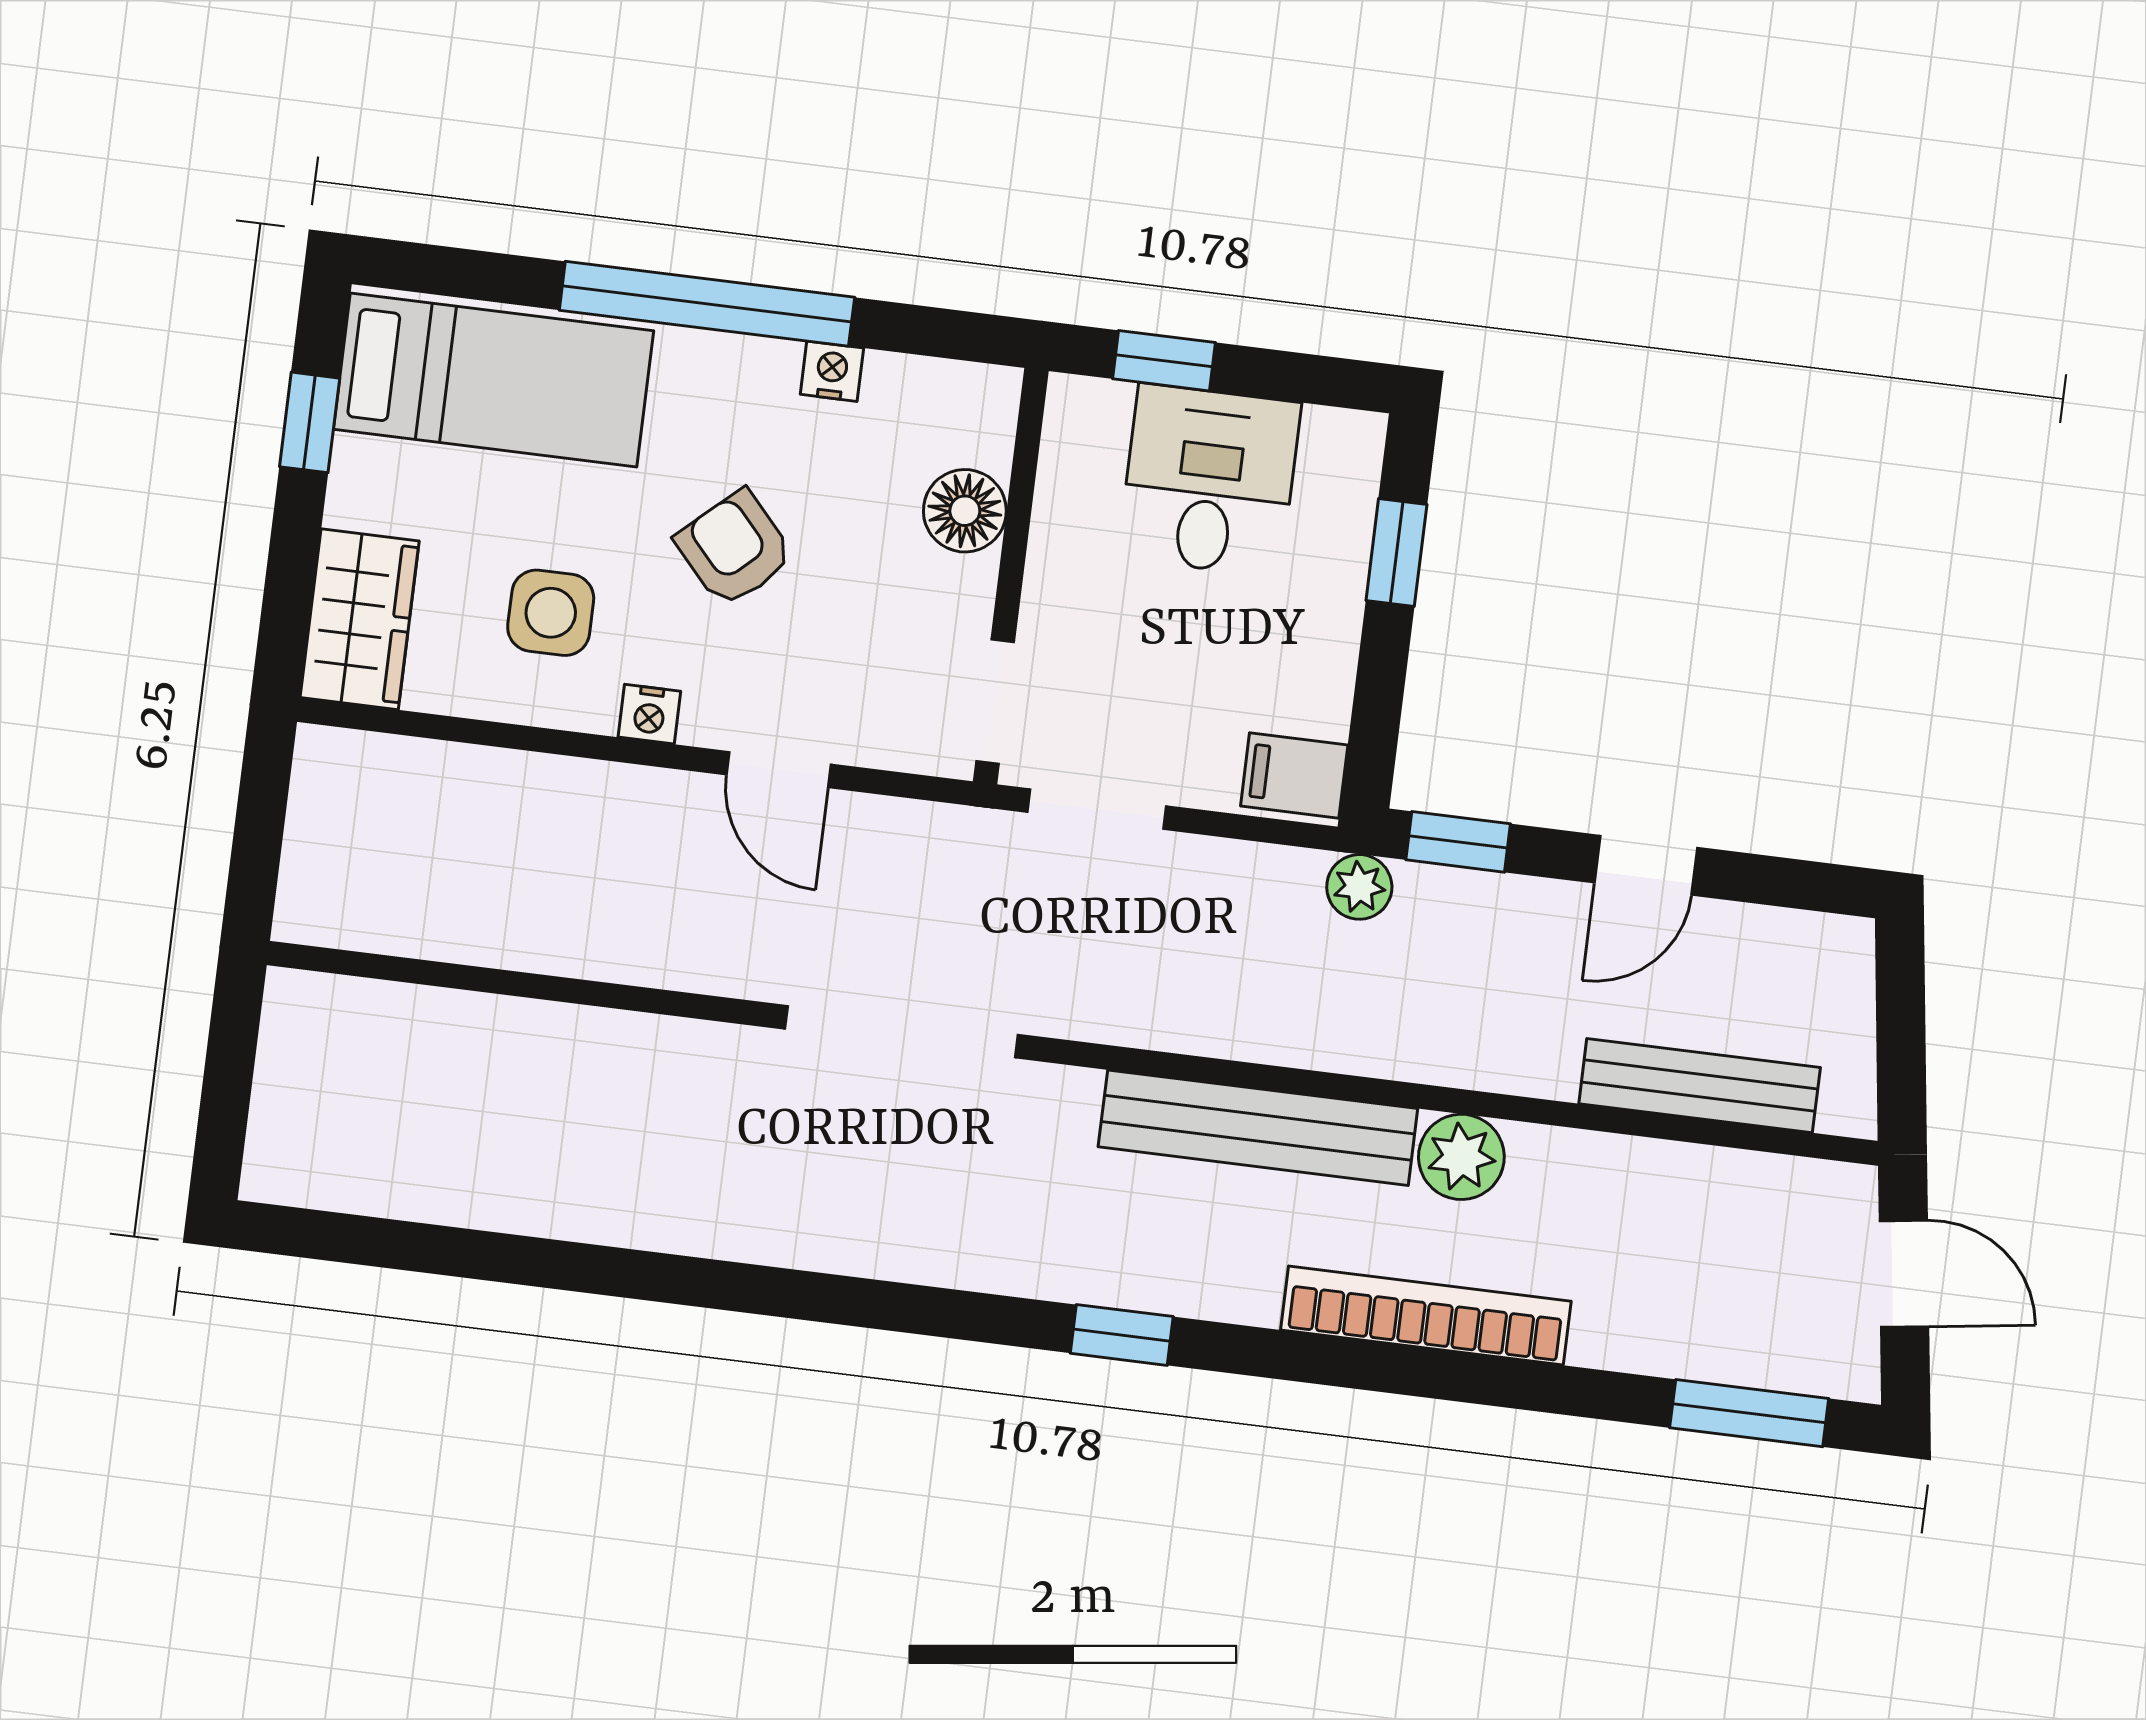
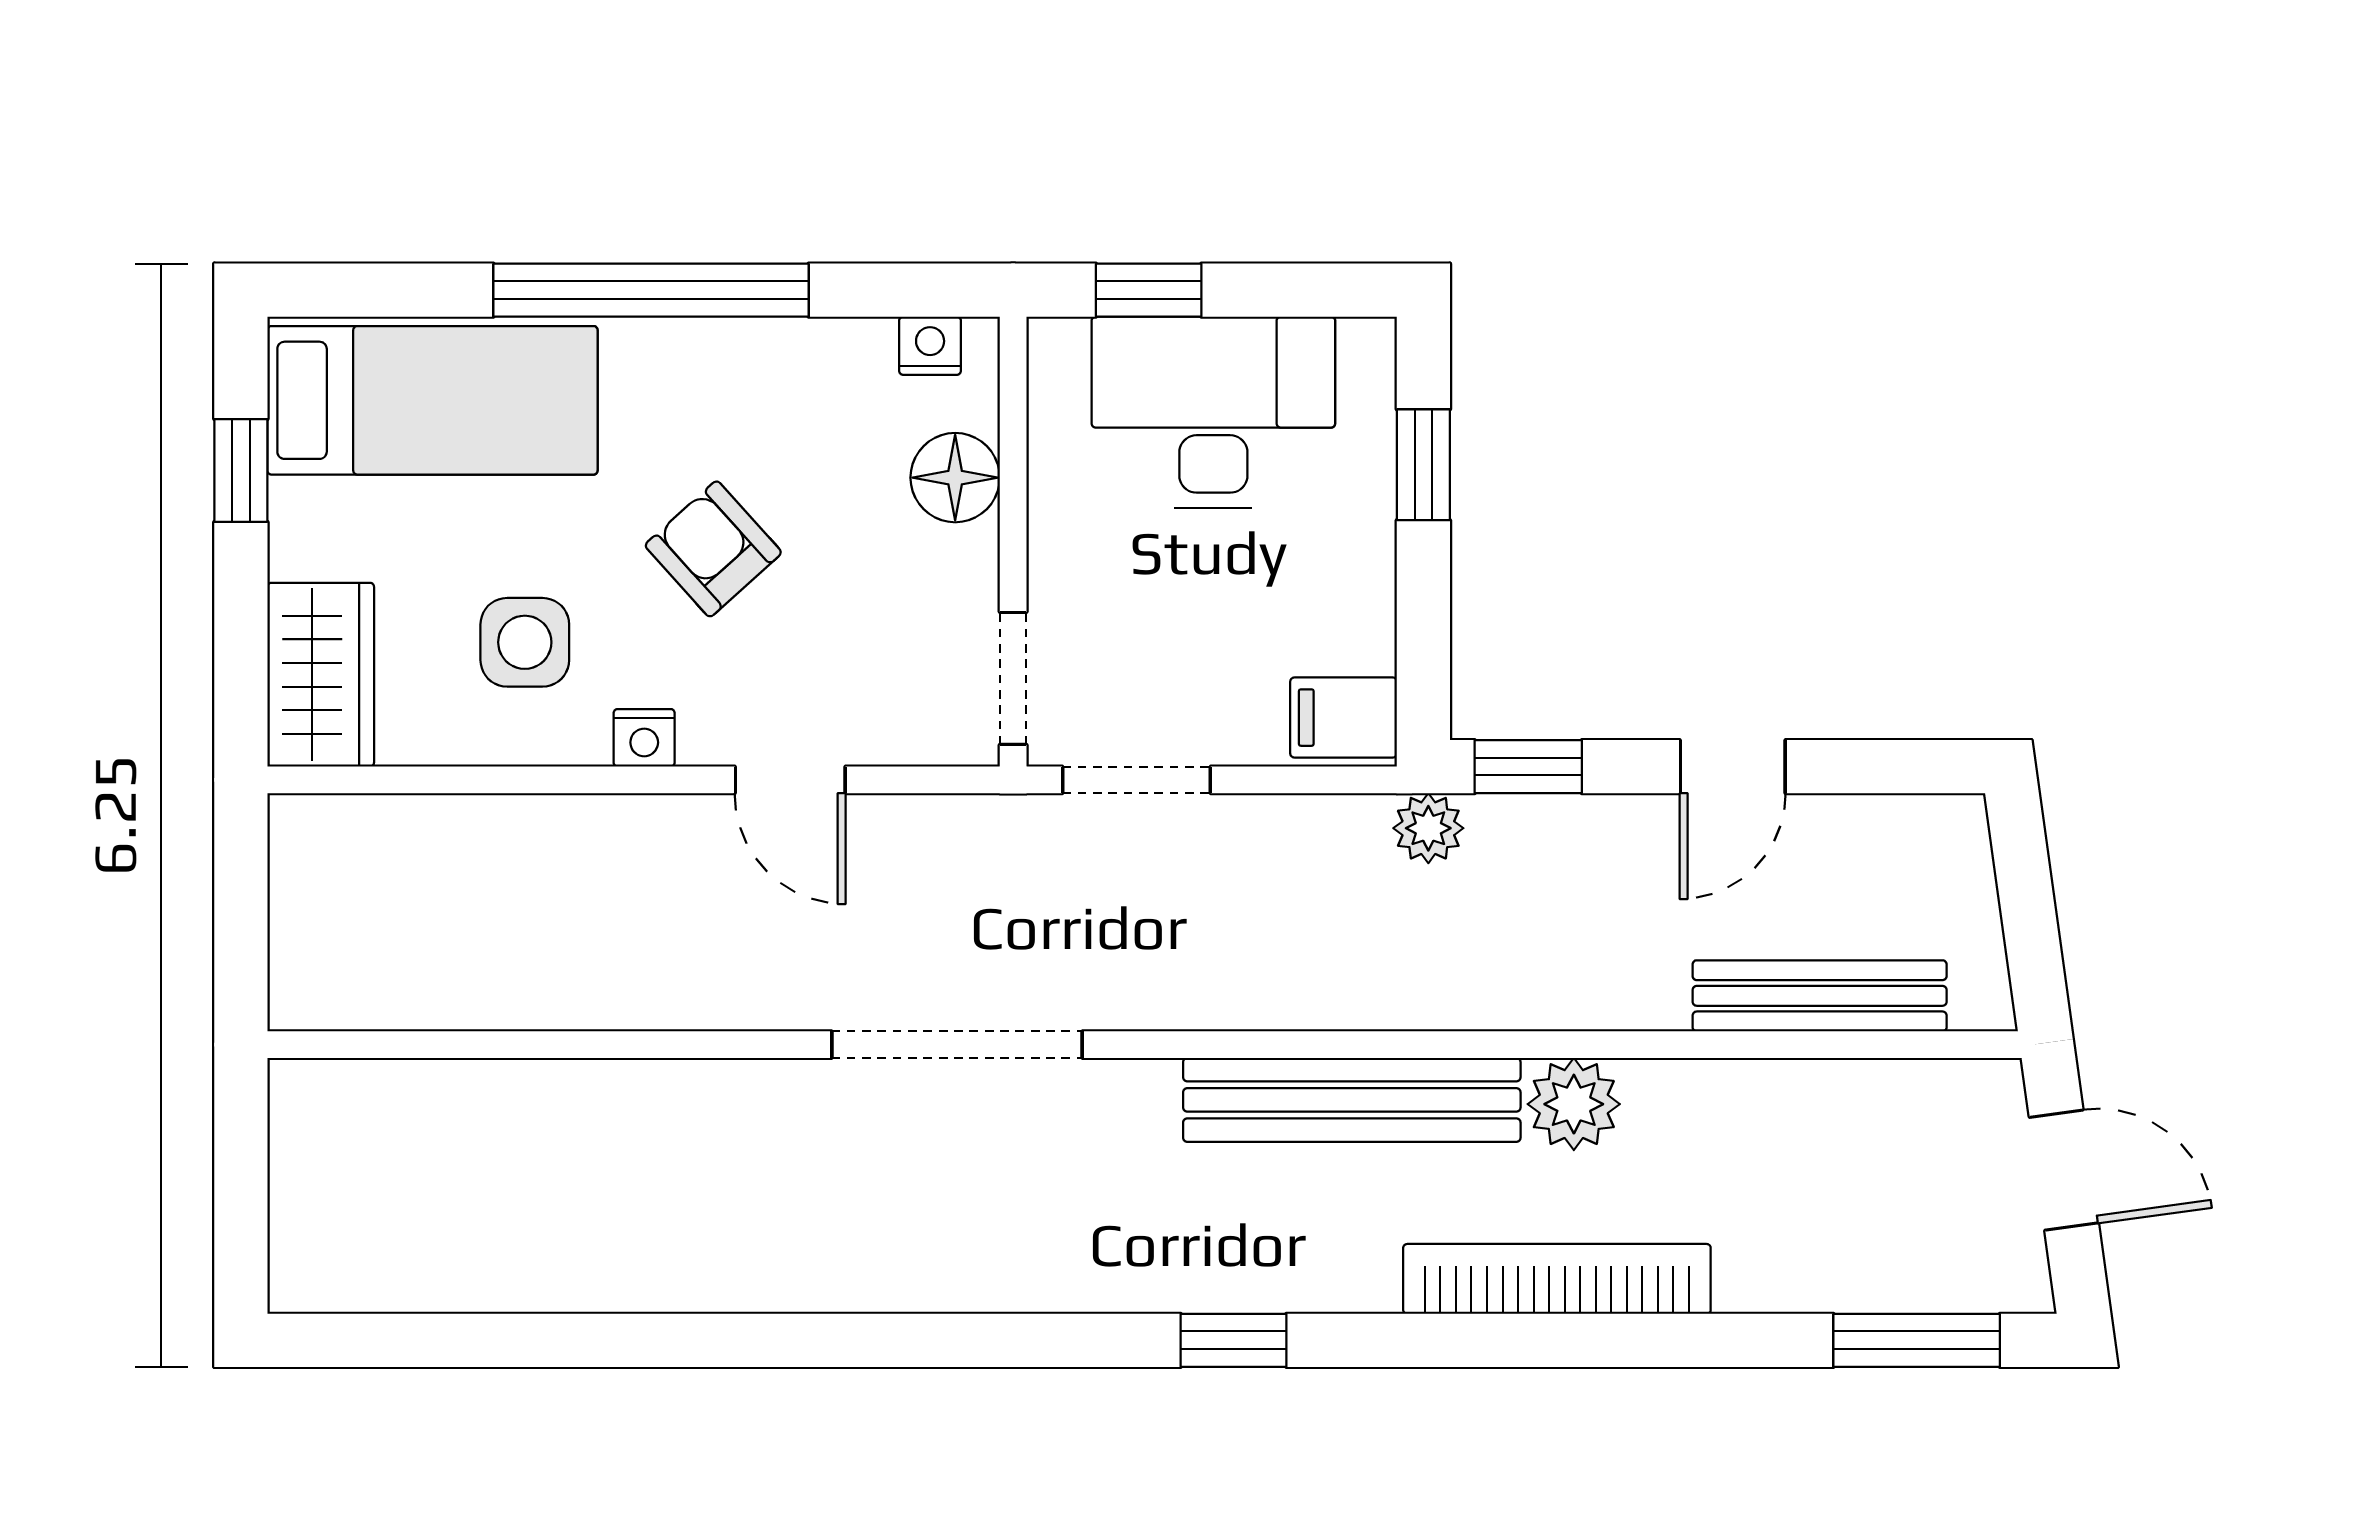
nightstand: (832, 371) -> (930, 346), moved
desk: (1209, 480) -> (1213, 412), width x1.37

